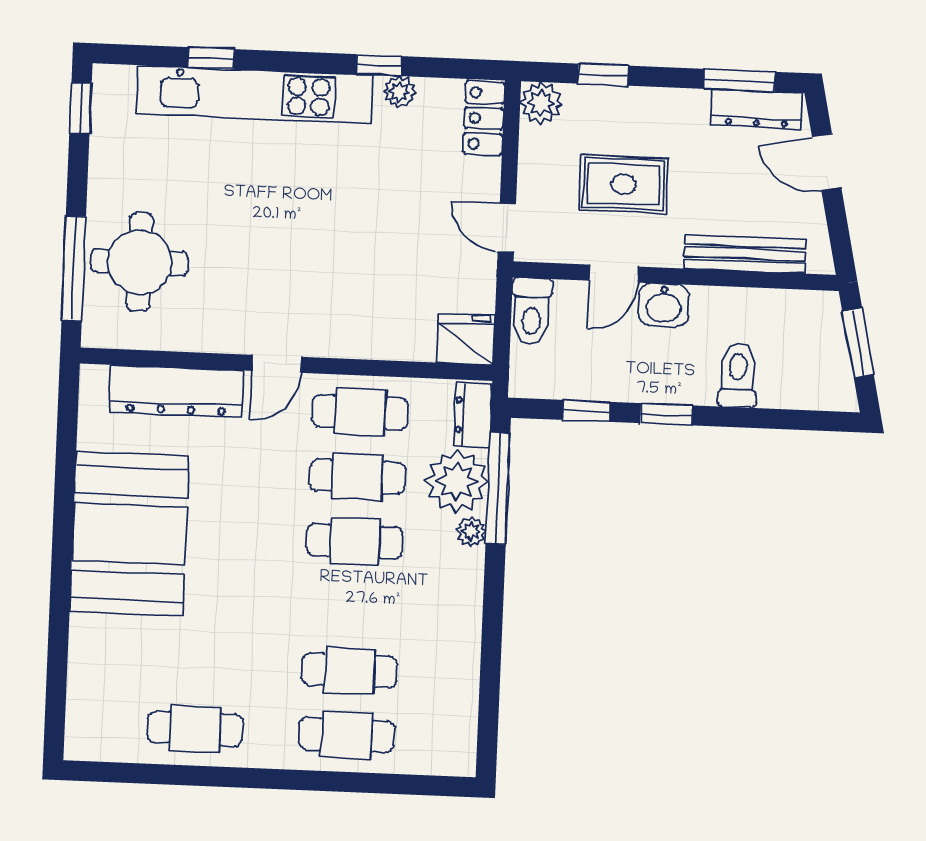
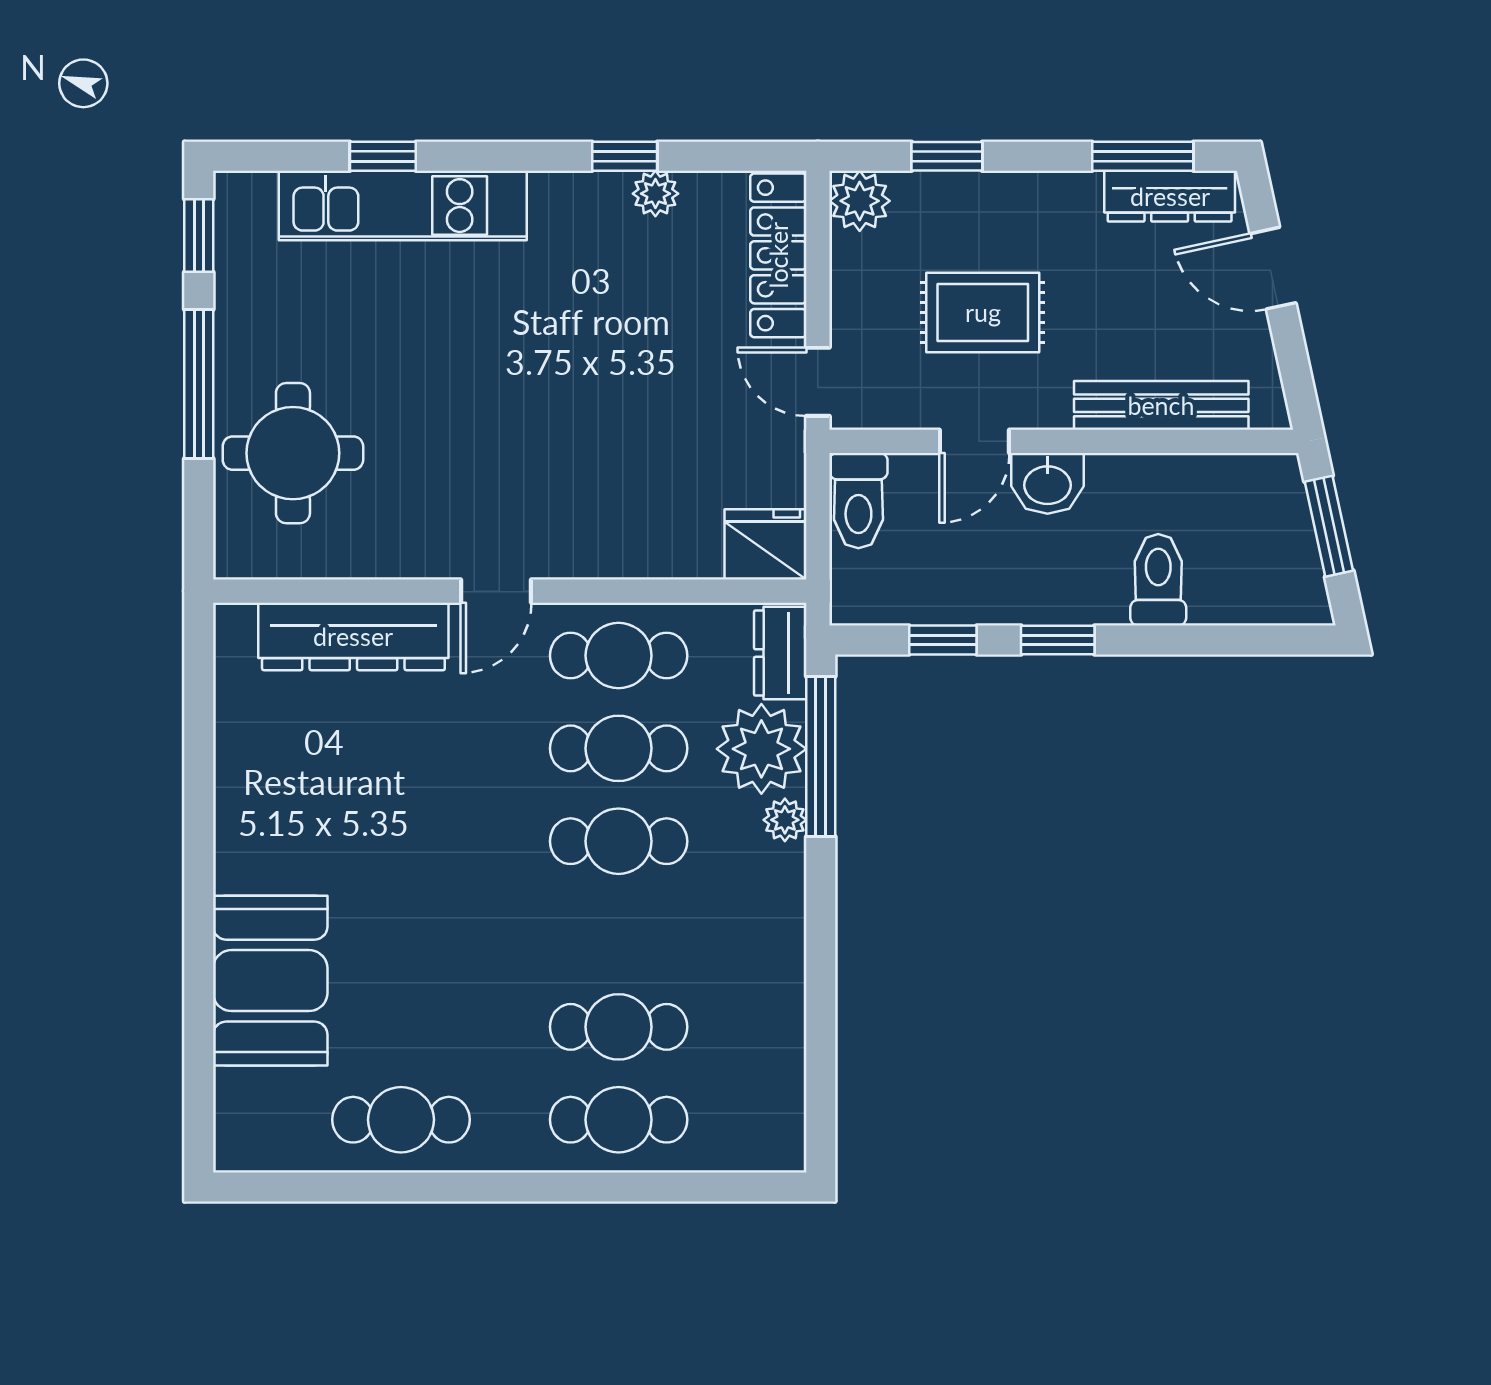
kitchen unit: (255, 94) -> (403, 206), width x0.73
locker: (484, 118) -> (778, 255), width x1.53
window: (74, 268) -> (199, 384), moved
booth: (129, 534) -> (270, 981), moved, width x0.73, depth x0.70

